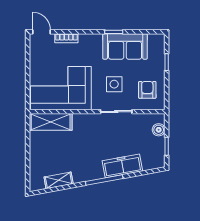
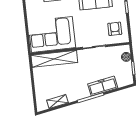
side table: (114, 84) -> (90, 27), removed
shelving: (51, 122) -> (54, 59), width x1.47

